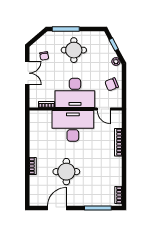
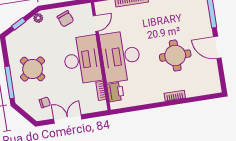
round table: (74, 50) -> (33, 69), turned -37
printer: (44, 117) -> (115, 92), added
door: (57, 208) -> (217, 47), moved

